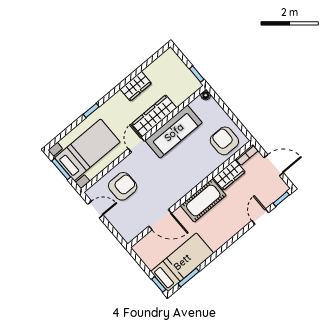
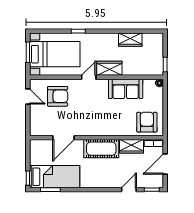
wardrobe: (136, 86) -> (130, 40), moved
wardrobe: (154, 116) -> (109, 68), width x0.67
sofa: (174, 132) -> (126, 89), width x0.73
door: (274, 165) -> (165, 164), swing flipped
door: (160, 220) -> (64, 138), hinge flipped

